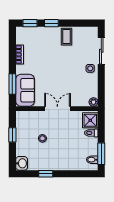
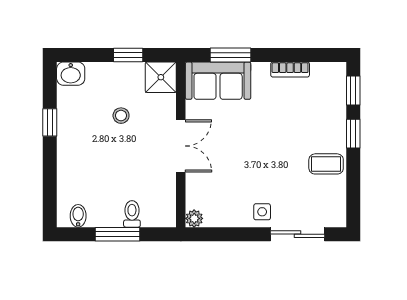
shower: (90, 120) -> (161, 77), moved
window: (101, 154) -> (117, 234), moved

